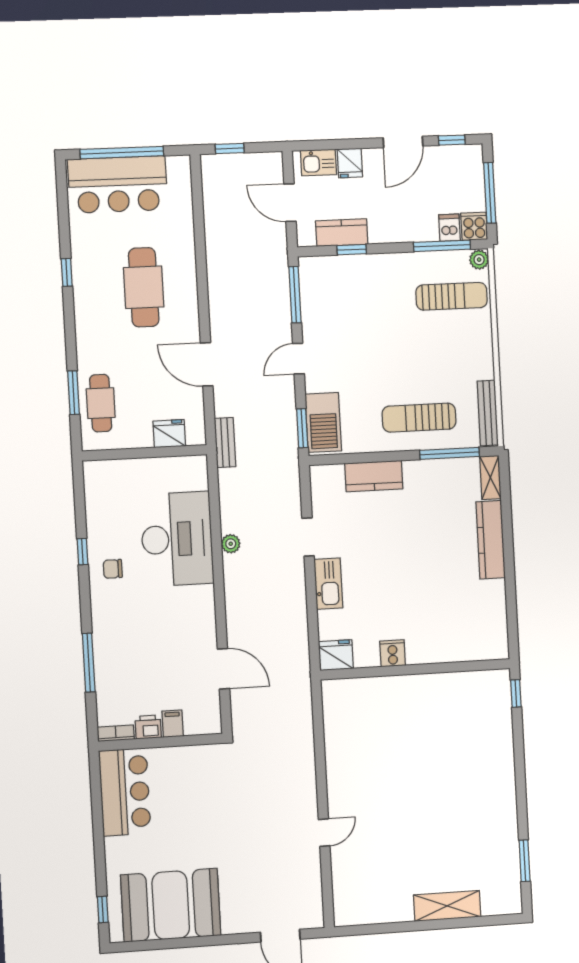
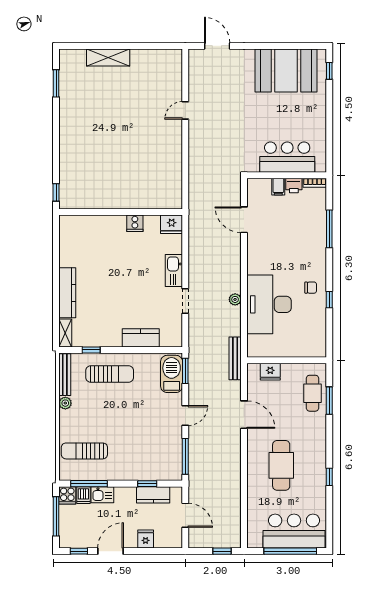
kitchen sink: (318, 162) -> (102, 495), moved, turned 180
plant: (479, 260) -> (65, 403), moved
bench: (225, 443) -> (235, 358), width x1.36
window: (449, 453) -> (91, 350), width x0.46
bar counter: (125, 792) -> (287, 157), moved, turned 90

